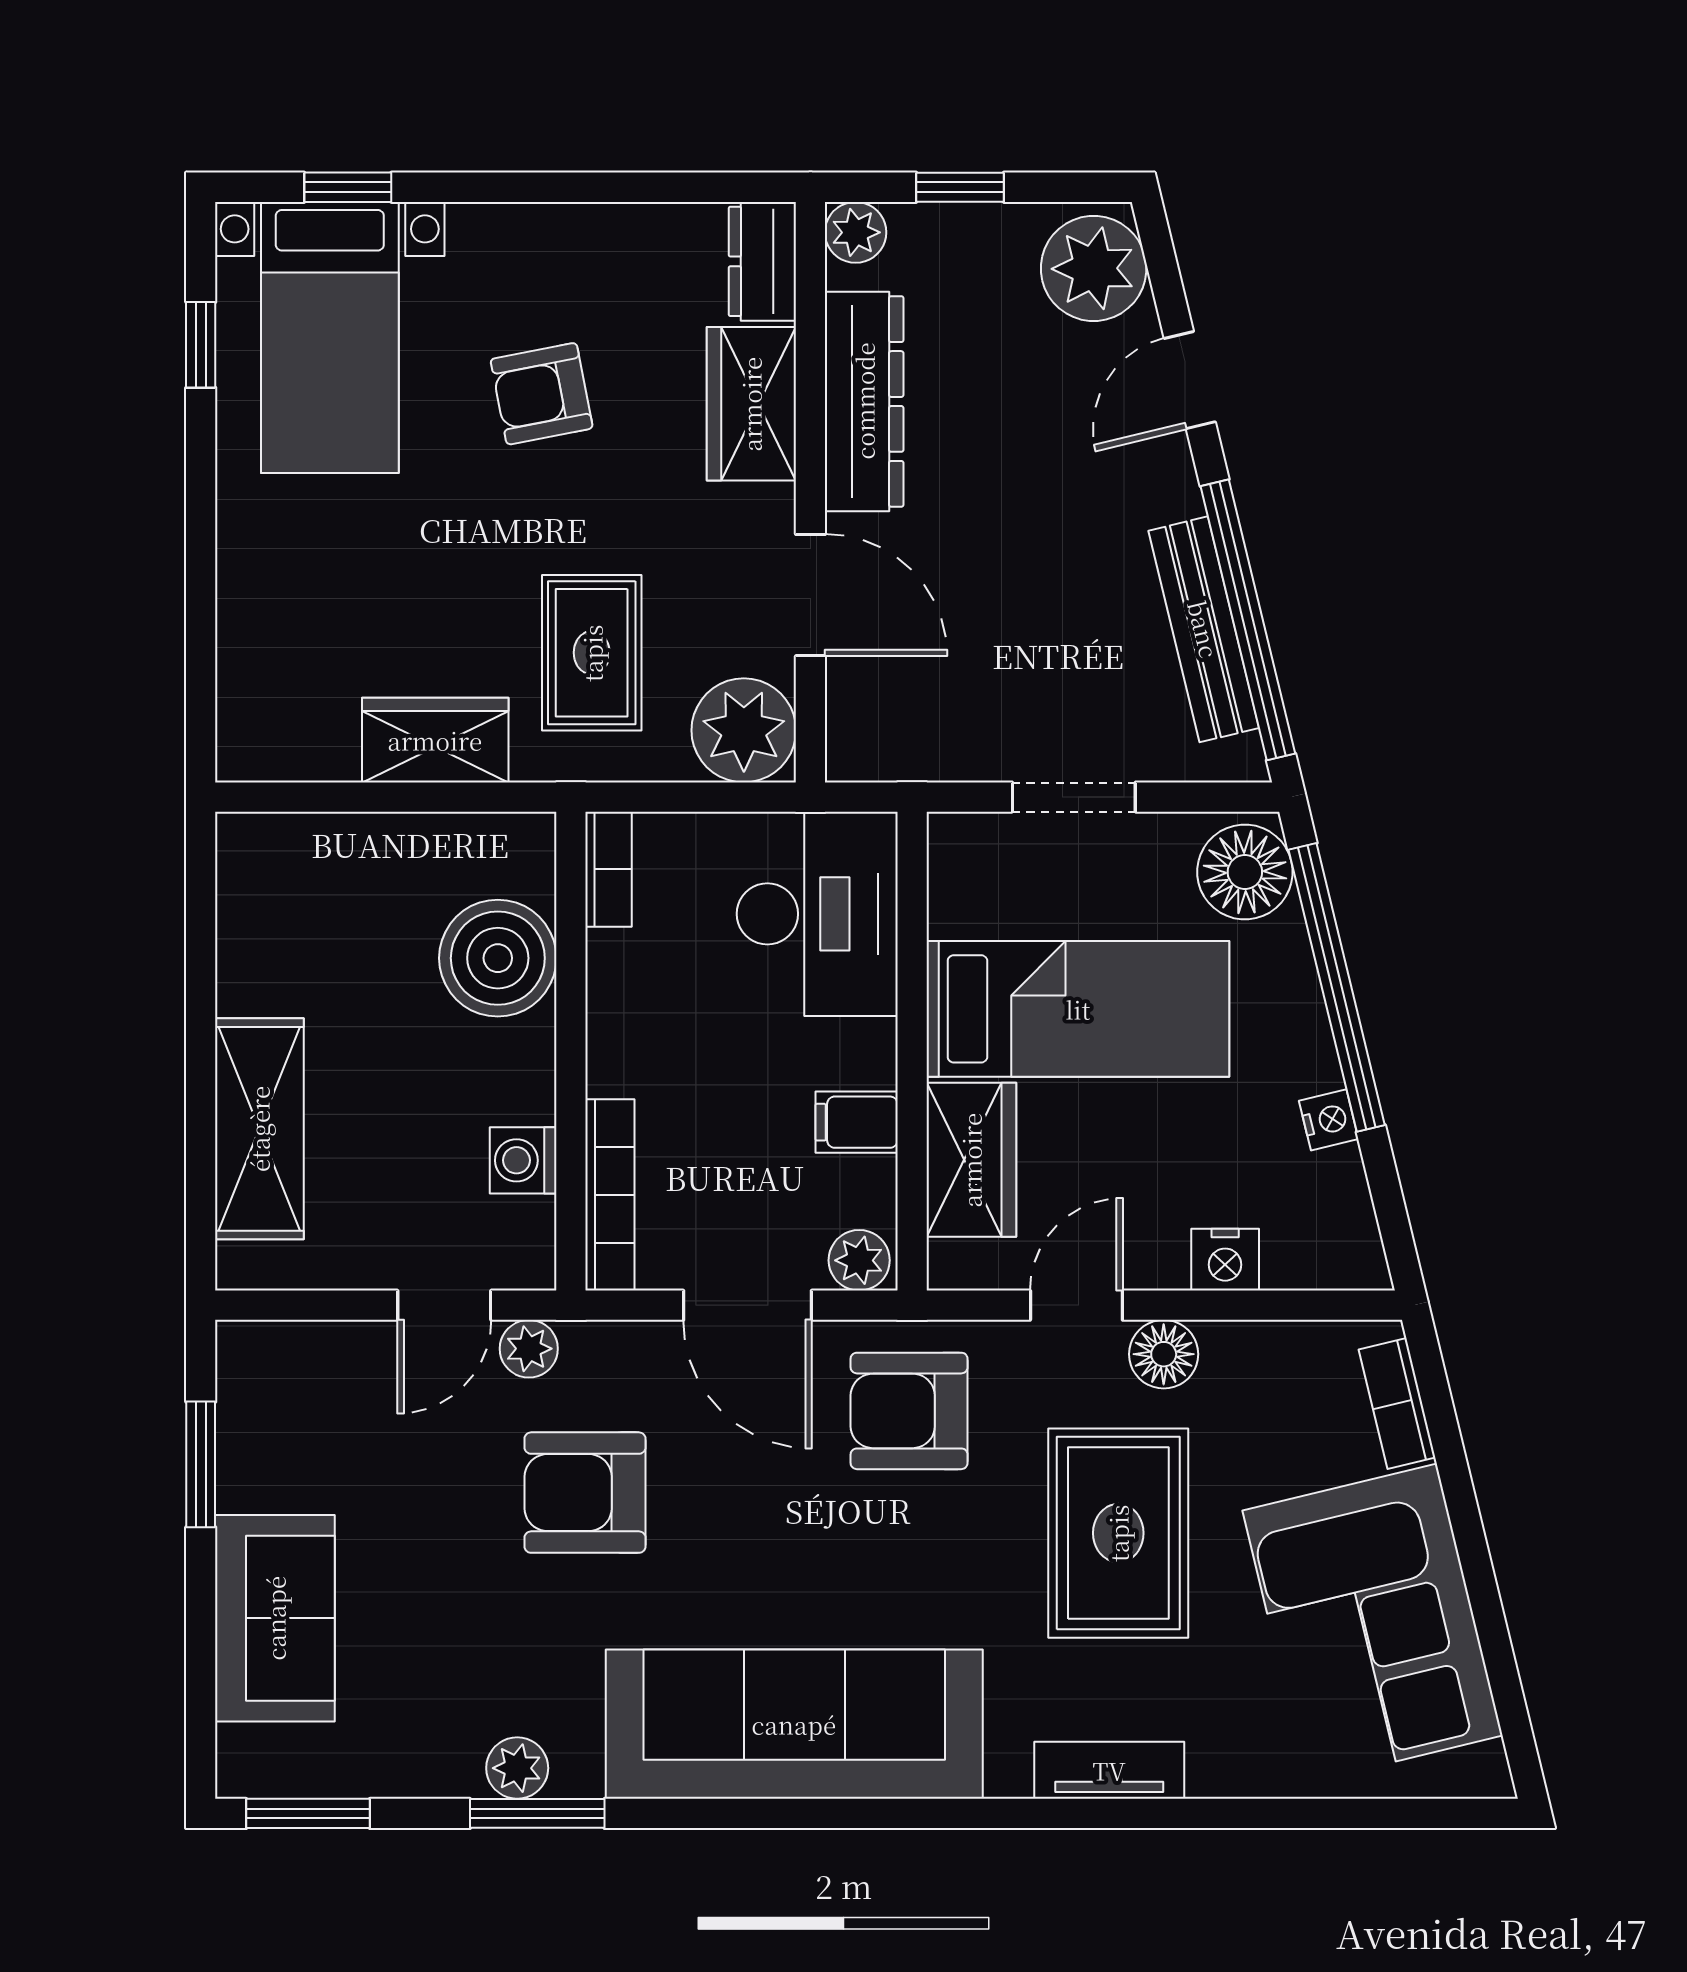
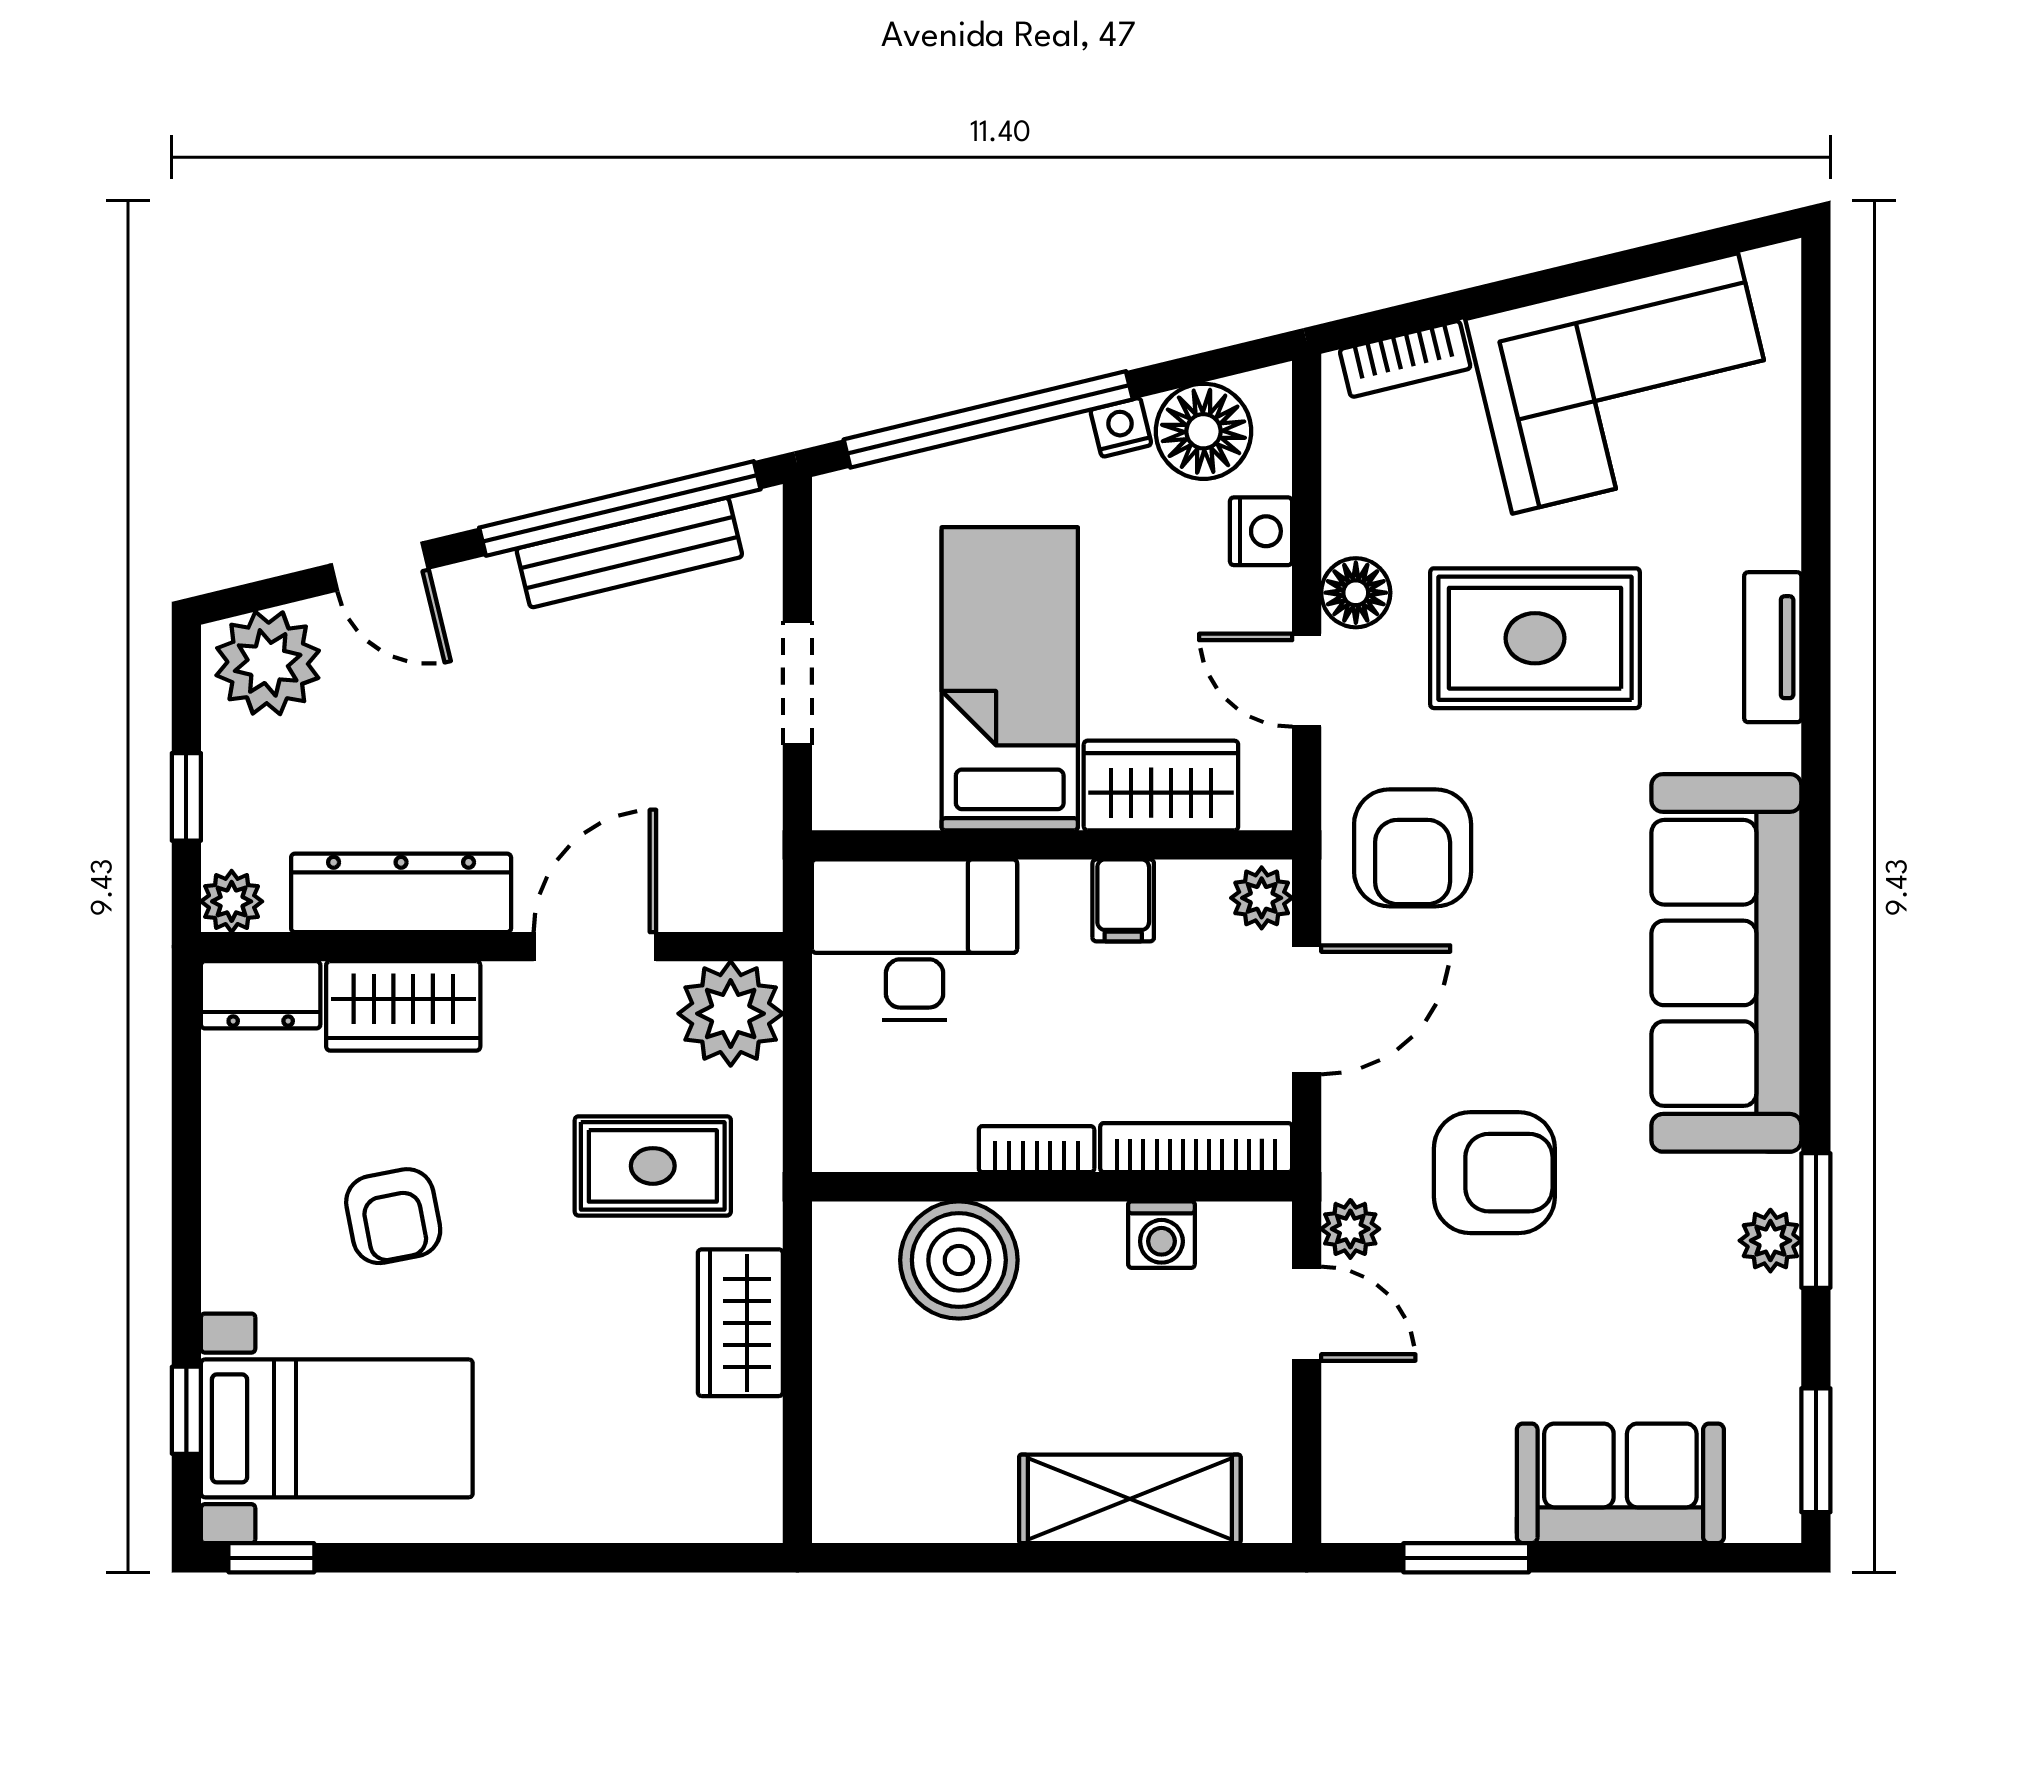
window: (201, 345) -> (271, 1558), moved
bookcase: (608, 869) -> (1037, 1149), moved
floor lamp: (1245, 872) -> (1204, 431), moved
armchair: (585, 1493) -> (1494, 1173), turned -90

